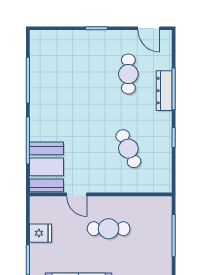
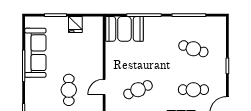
cafe table: (73, 74) -> (193, 49), added
door: (77, 194) -> (104, 87), moved
cafe table: (109, 229) -> (69, 90), moved

